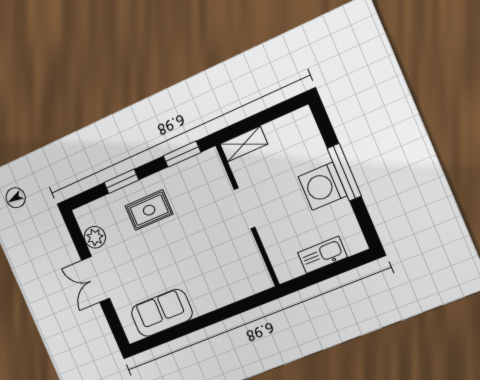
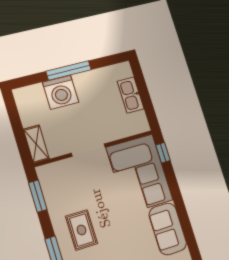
washing machine: (323, 186) -> (61, 92), moved
corner sofa: (223, 274) -> (139, 174), added
window: (253, 302) -> (163, 153), added

